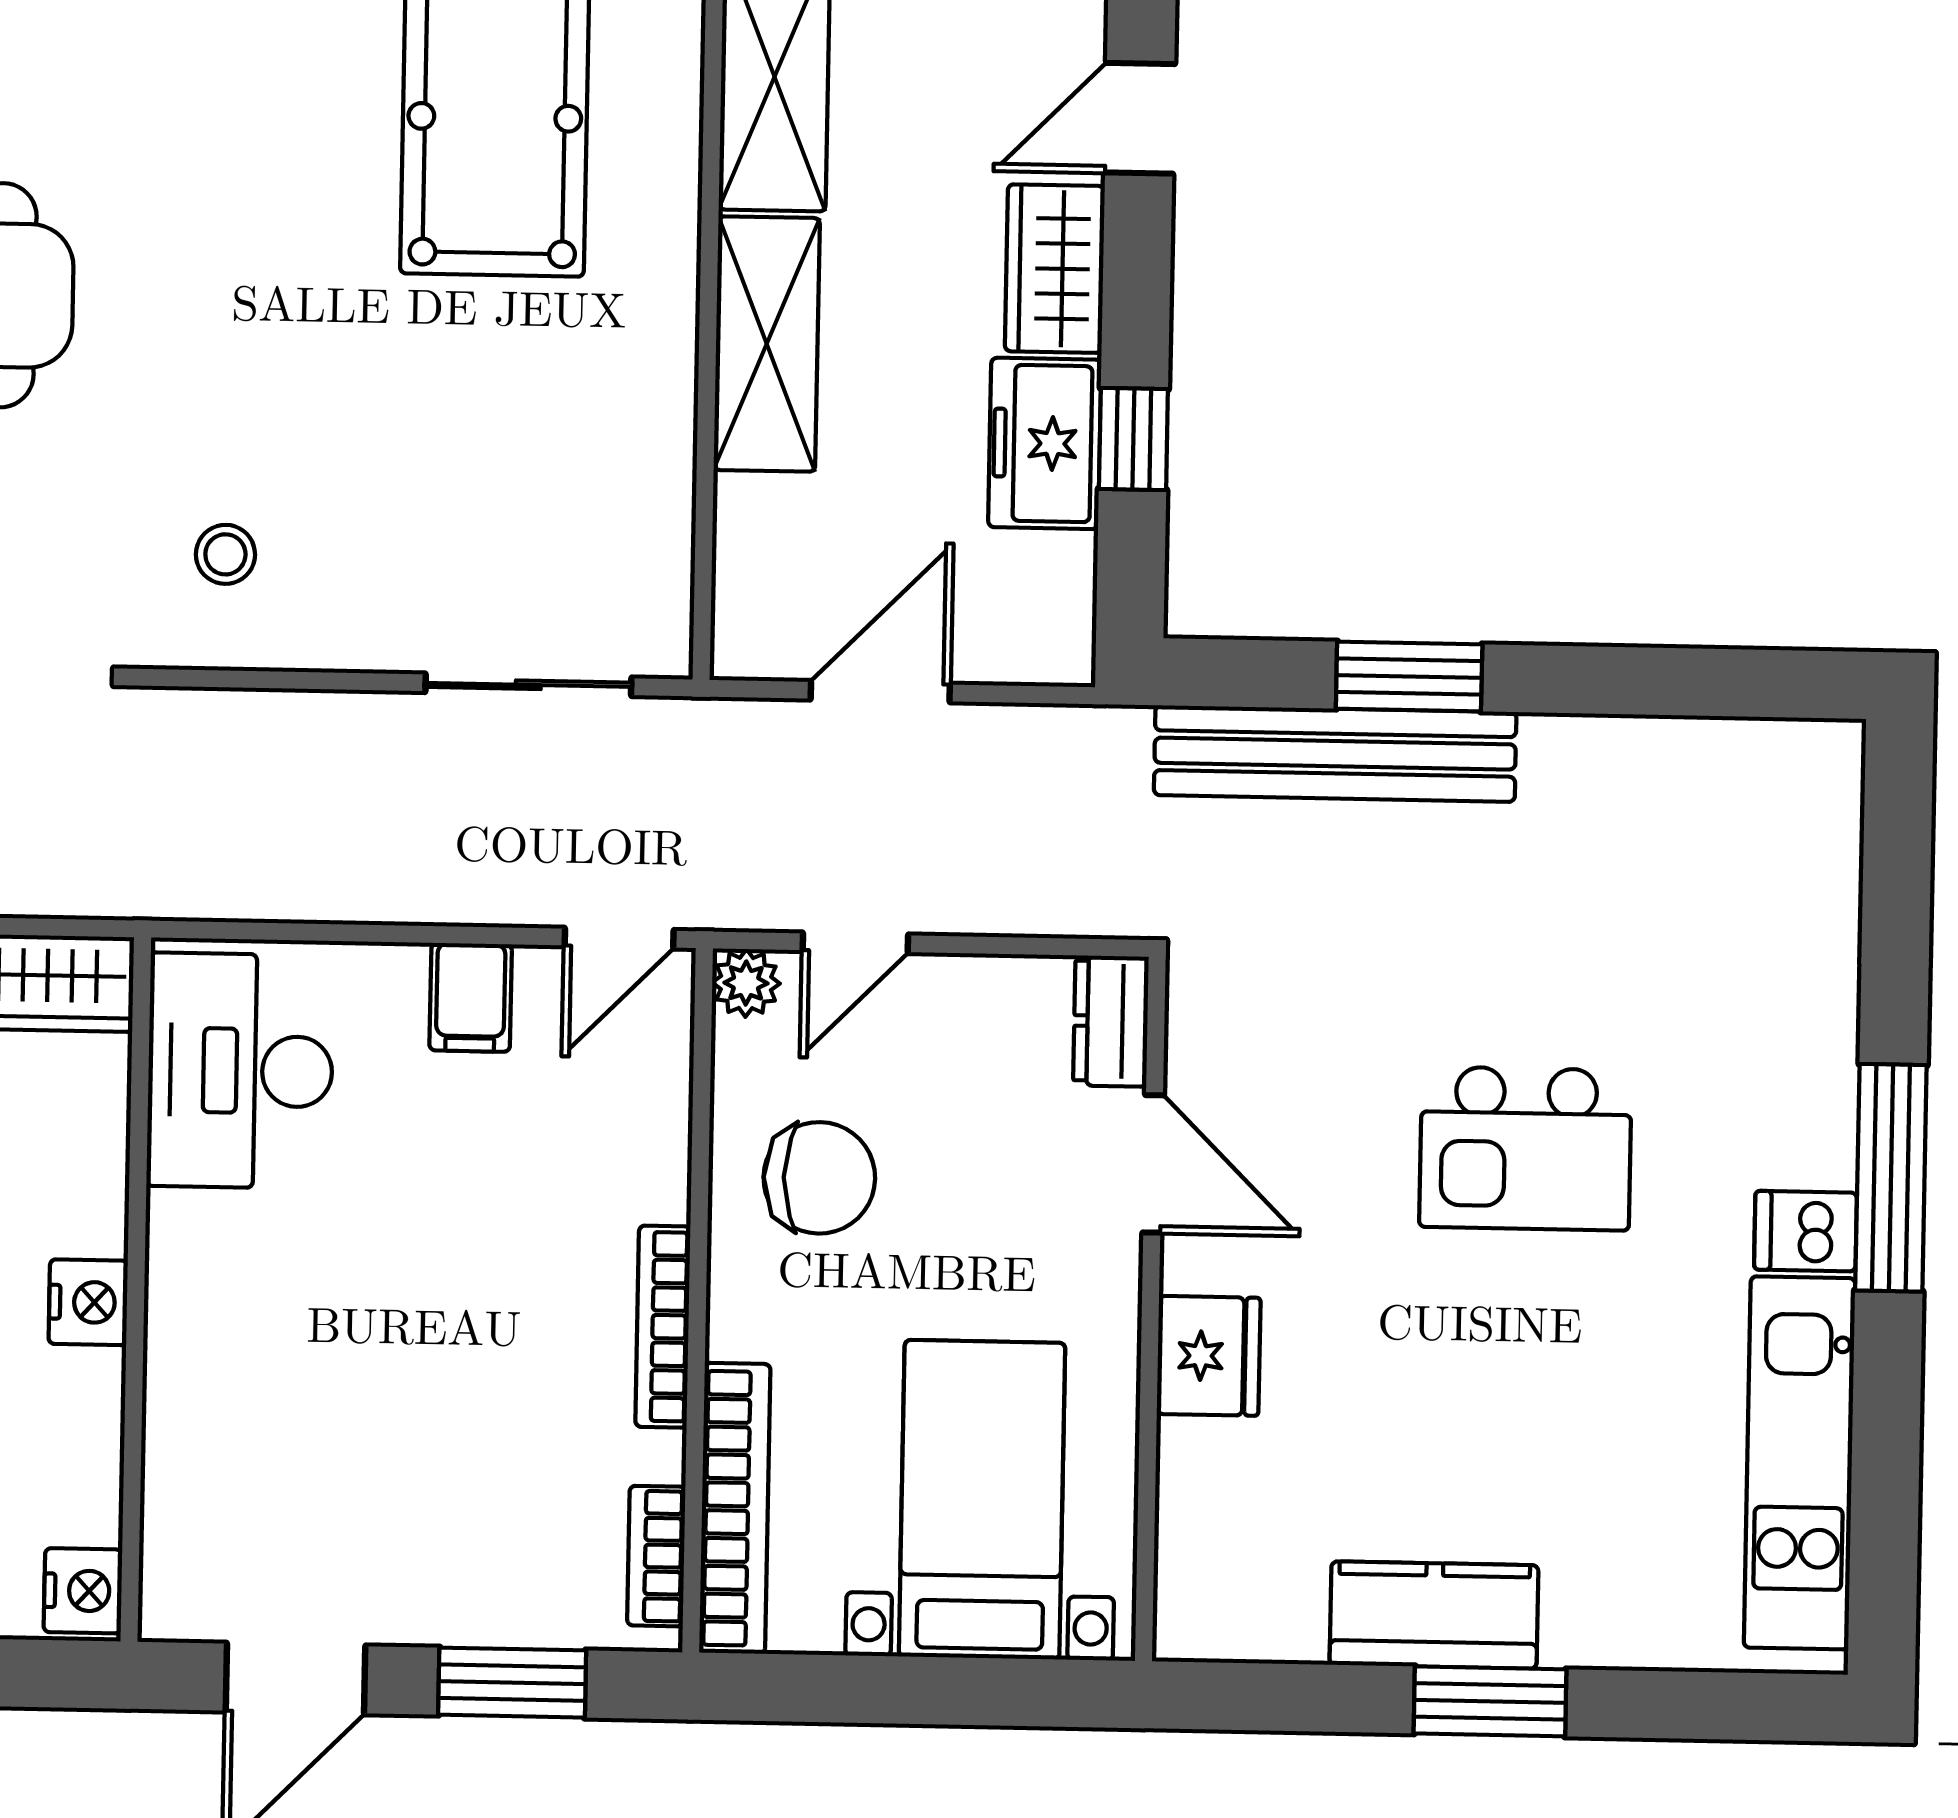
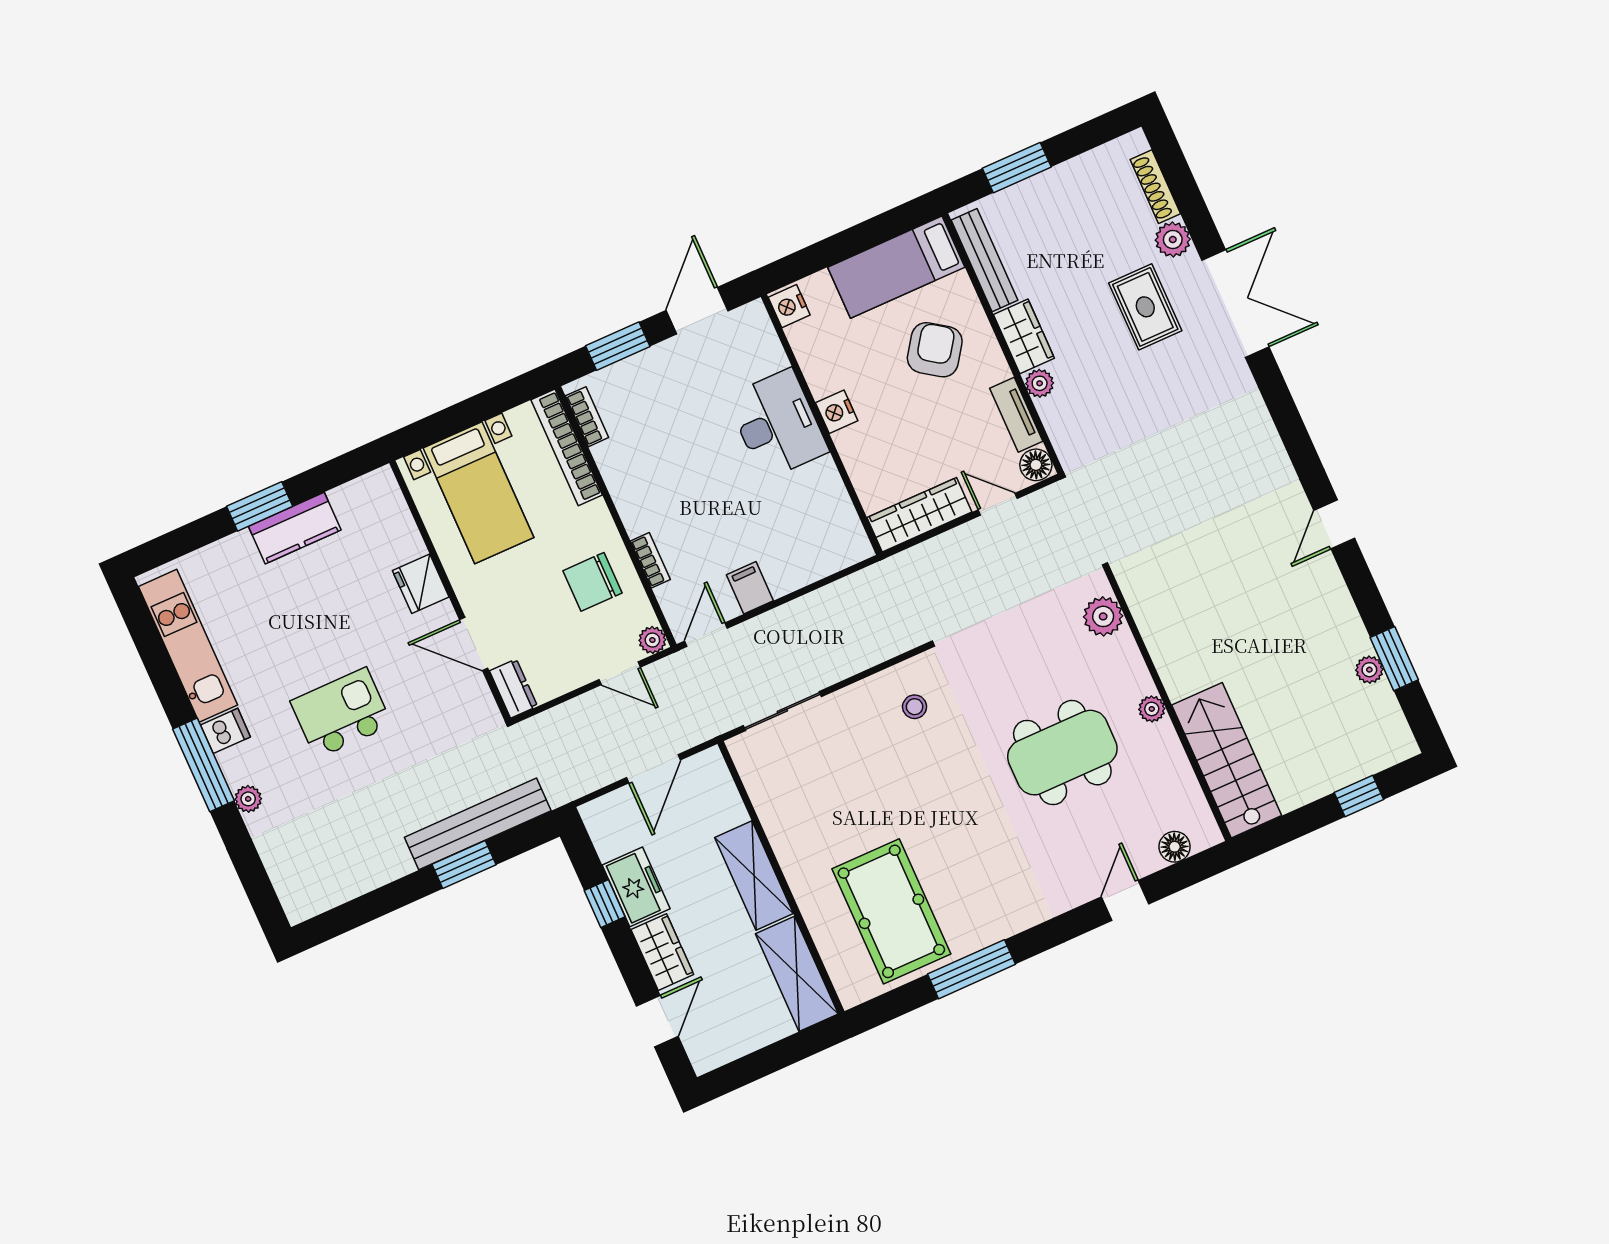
door: (855, 943) -> (620, 673), swing flipped
plant: (1826, 1054) -> (248, 799), added
desk: (240, 1071) -> (777, 424), moved
bookcase: (663, 1327) -> (650, 560), moved, width x0.64

